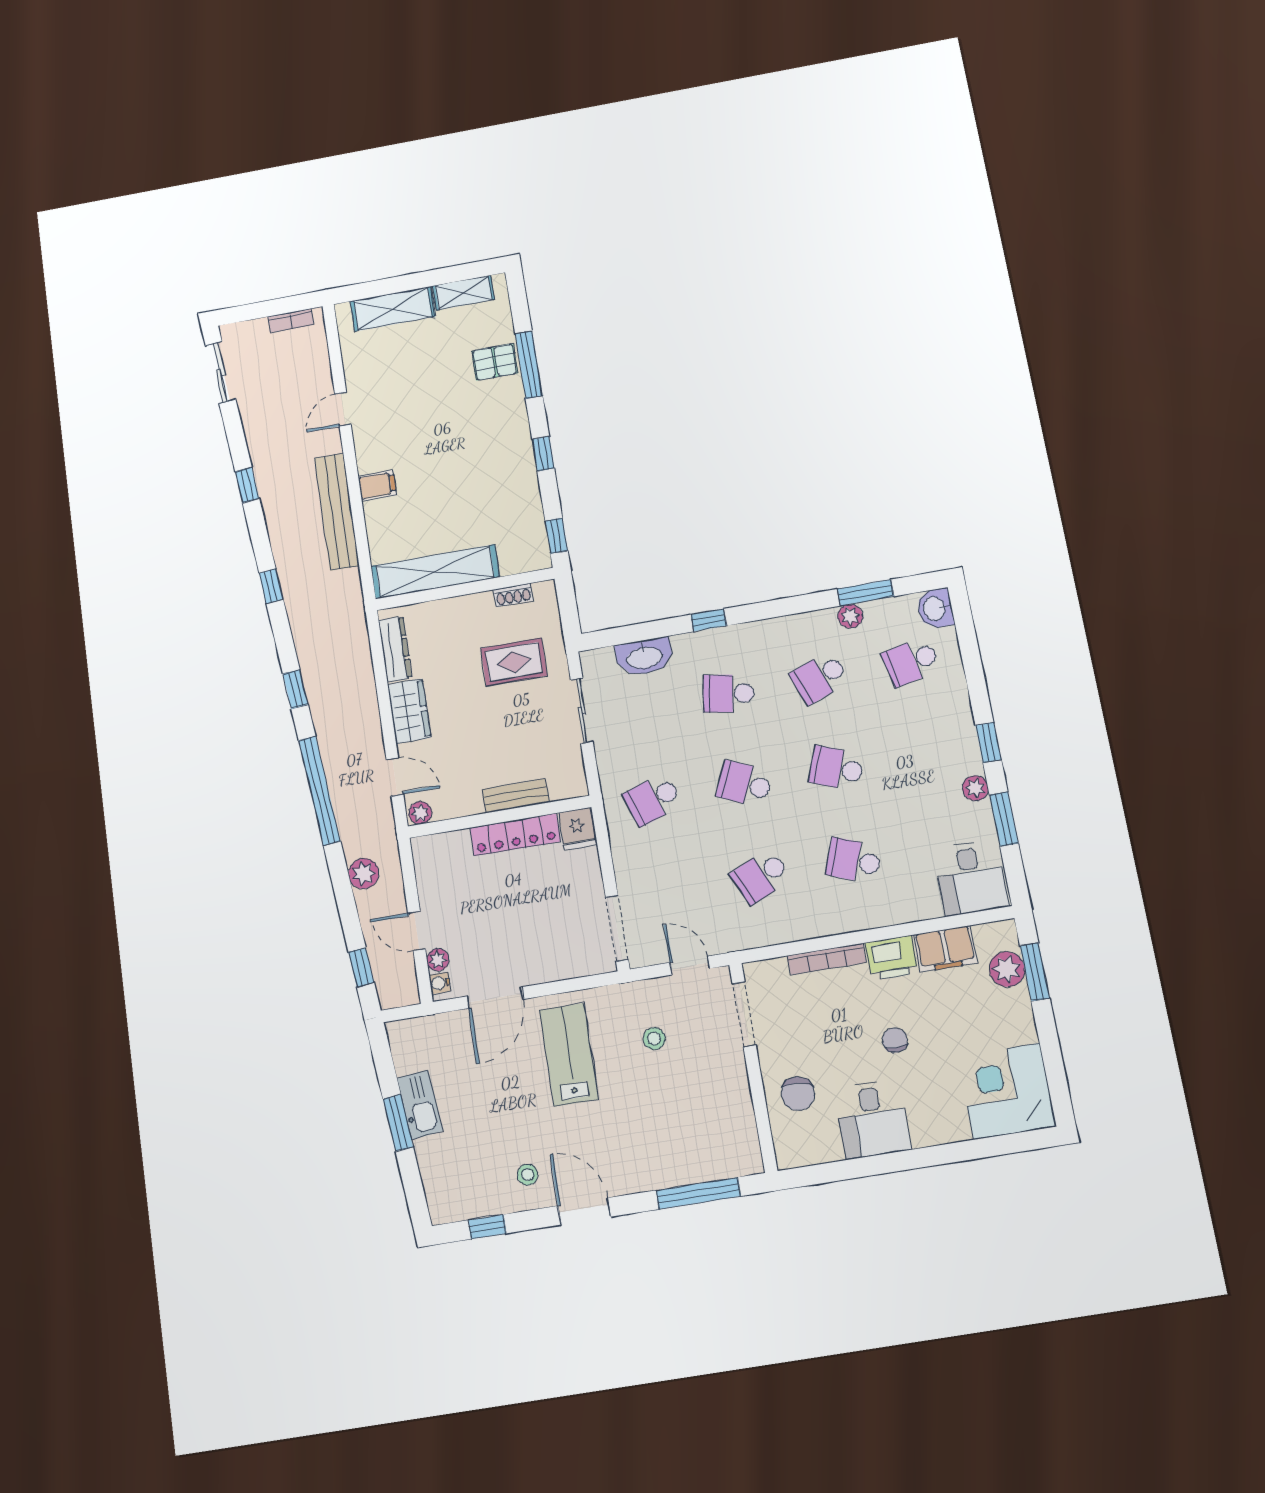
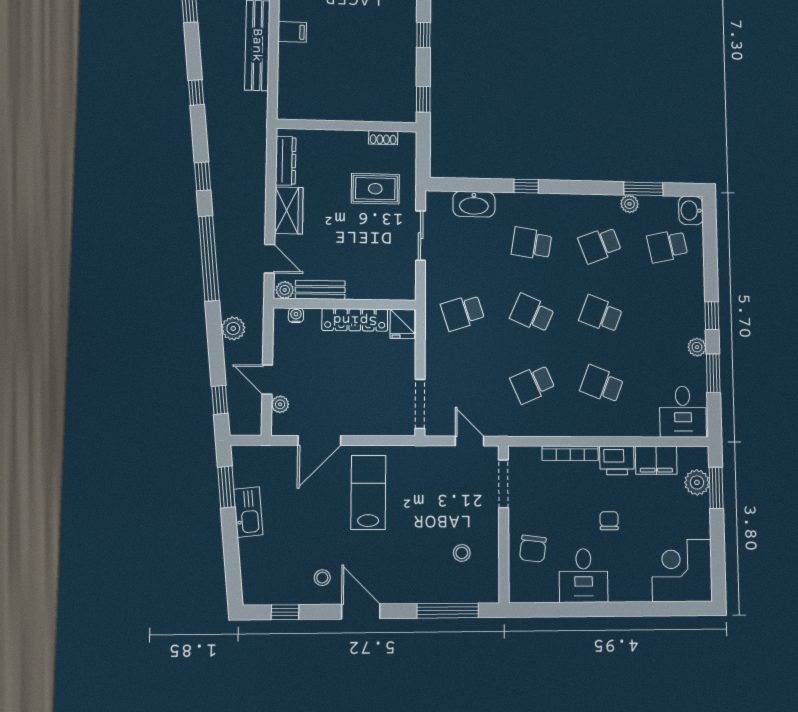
shelving: (435, 572) -> (326, 108), removed
bench: (515, 796) -> (320, 290), moved
water cooler: (440, 983) -> (296, 315), moved, turned 90
stool: (654, 1039) -> (462, 553), moved
window: (398, 1123) -> (226, 487), moved

